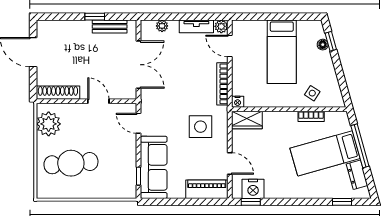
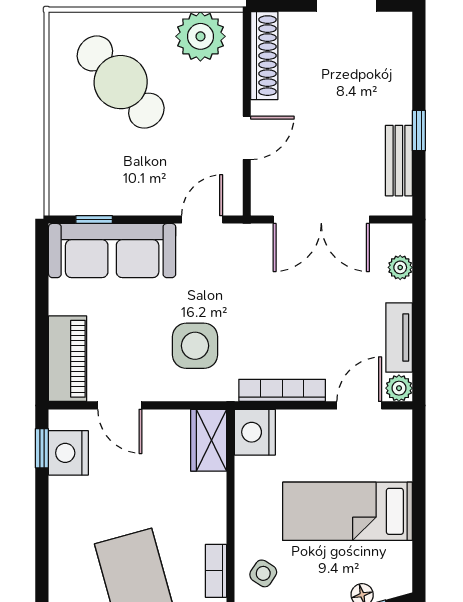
nightstand: (238, 102) -> (255, 432), width x1.89, depth x1.79
cafe table: (71, 163) -> (121, 82), turned -37
door: (230, 164) -> (120, 405), hinge flipped

